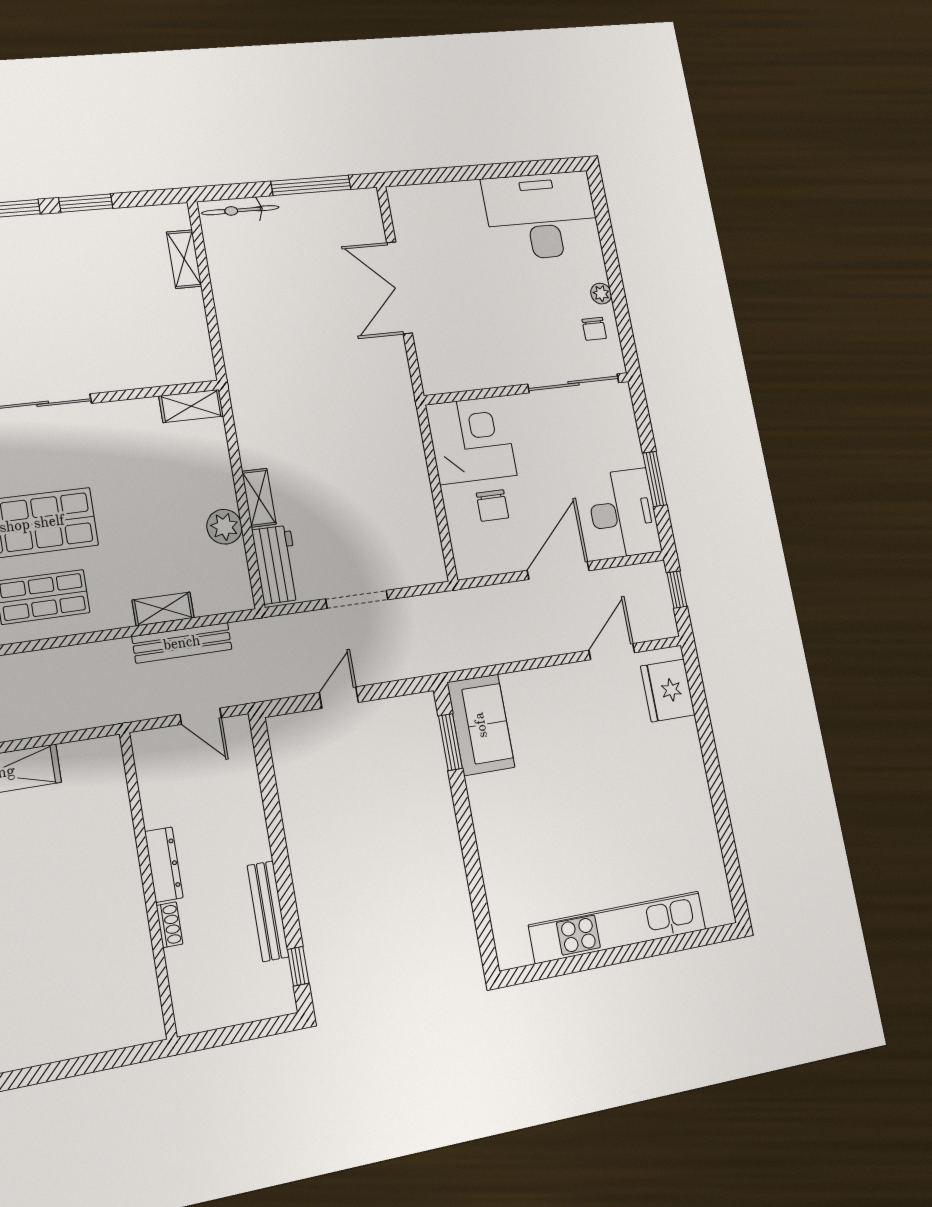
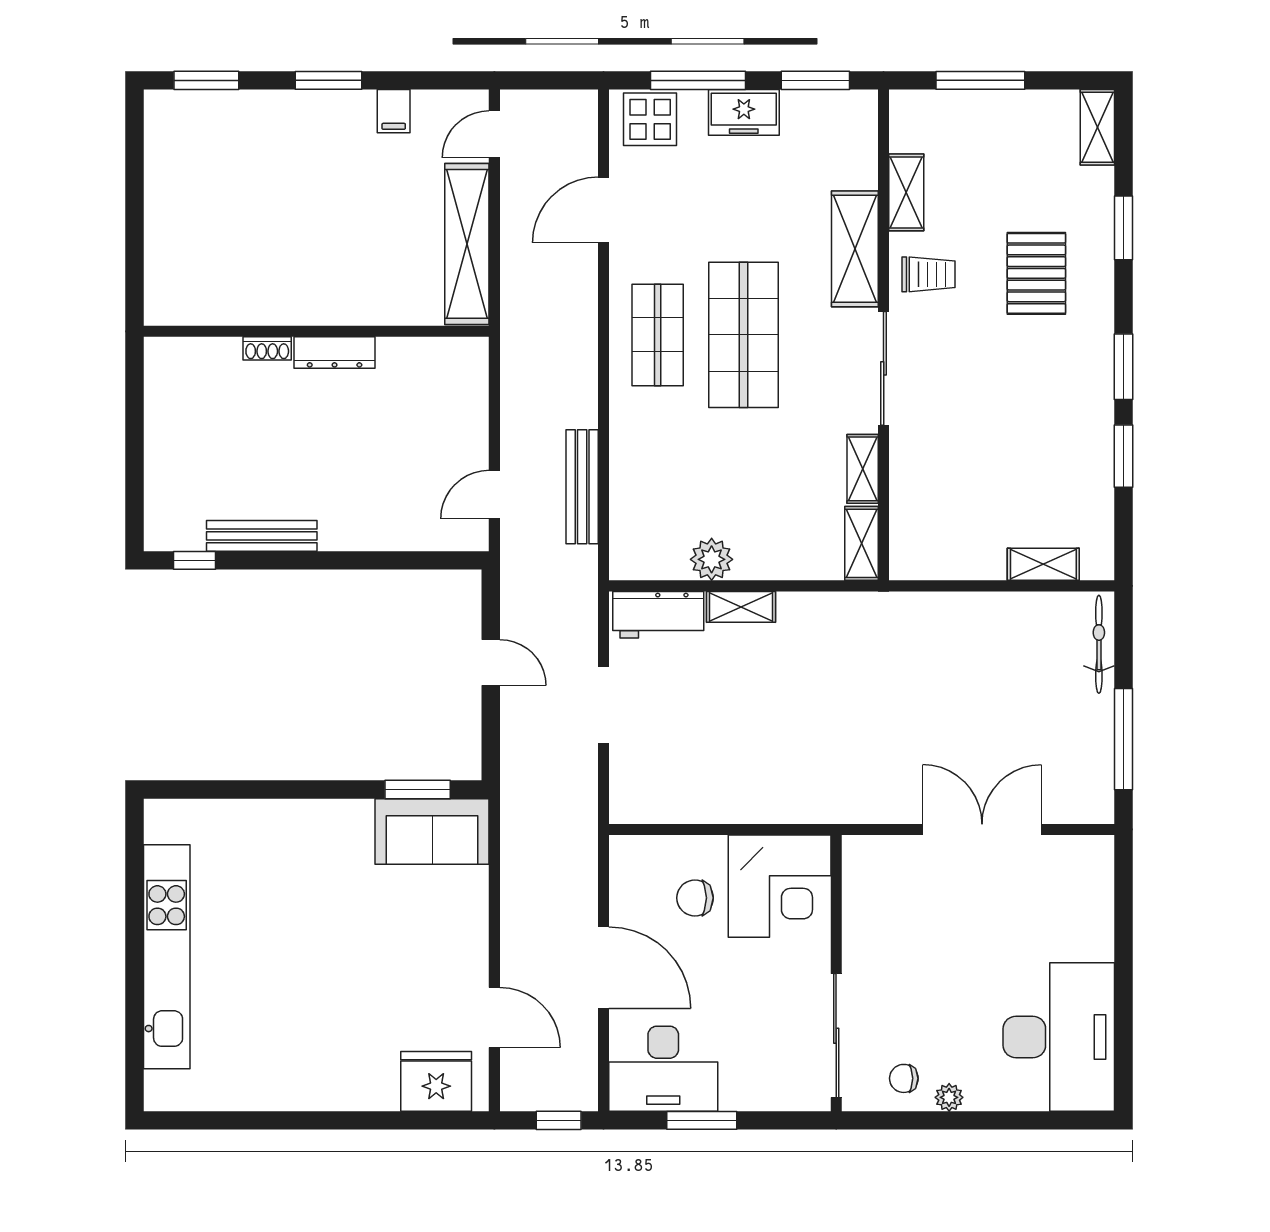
shelving: (163, 609) -> (863, 469), moved
dresser: (164, 865) -> (335, 353), moved
wall: (148, 884) -> (316, 331), moved
shoe rack: (170, 925) -> (267, 348), moved

